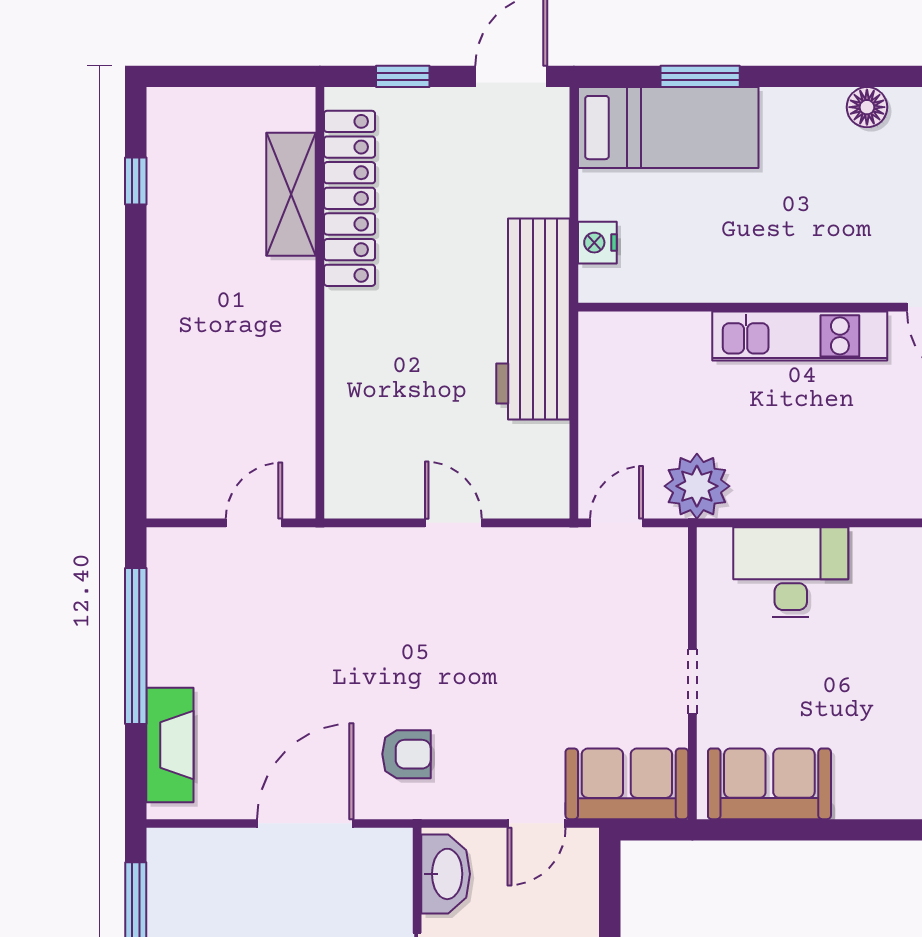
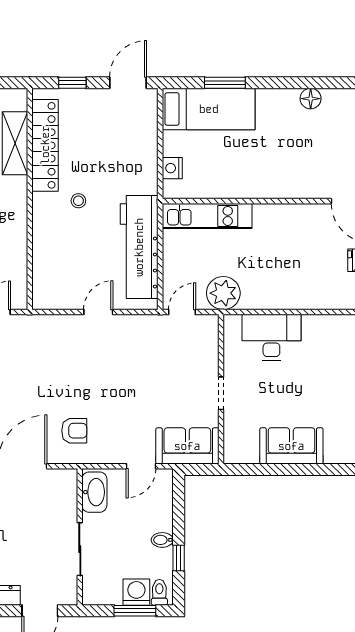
stool: (415, 306) -> (78, 201), added
workbench: (533, 319) -> (139, 247), moved
kitchen unit: (800, 336) -> (207, 216), moved
door: (453, 523) -> (98, 312), hinge flipped
sofa: (769, 784) -> (291, 446), moved

